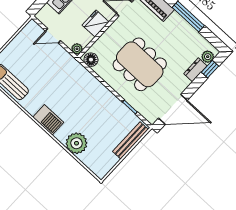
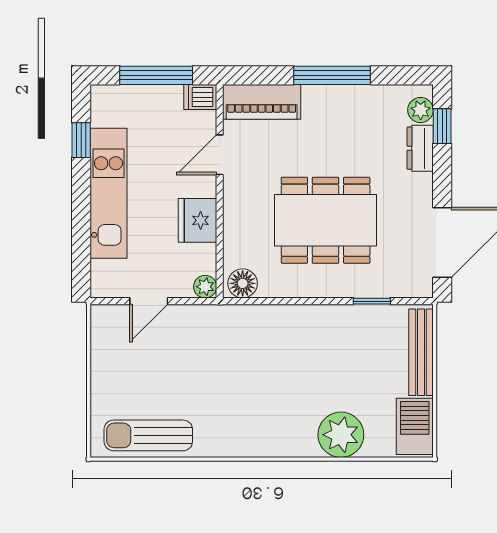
barbecue: (48, 120) -> (415, 426), moved, turned -90

